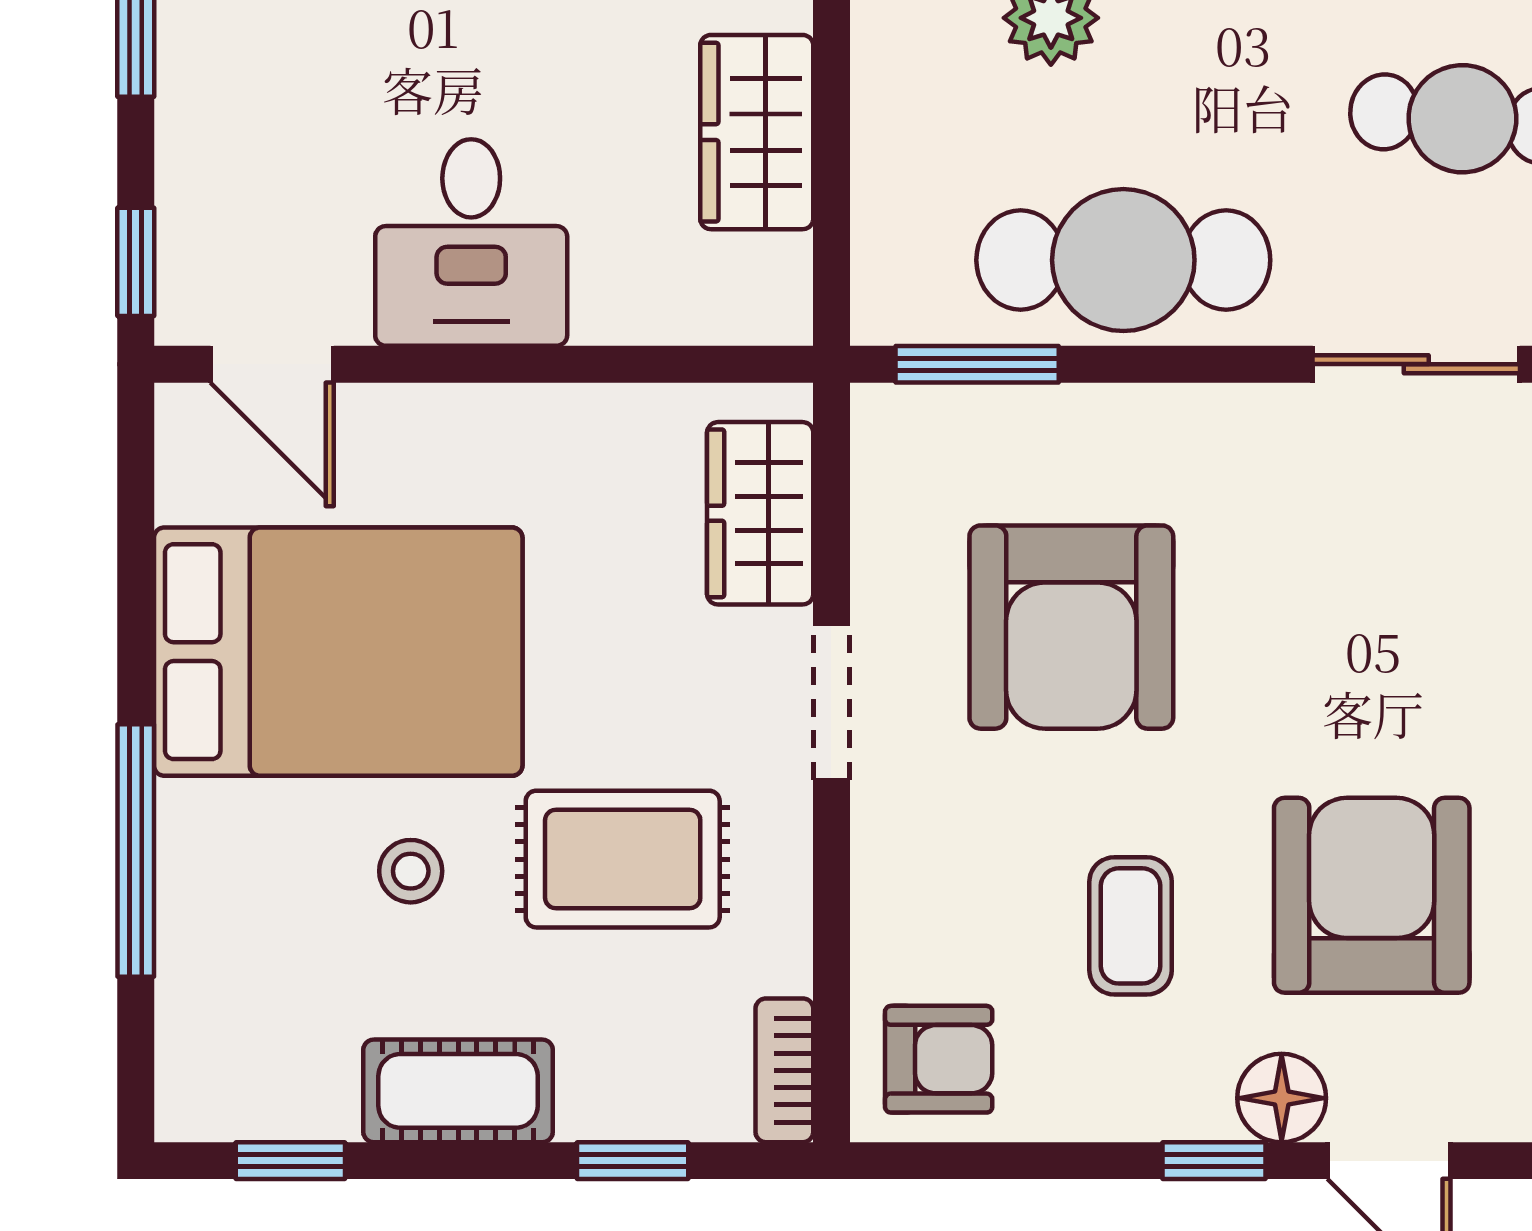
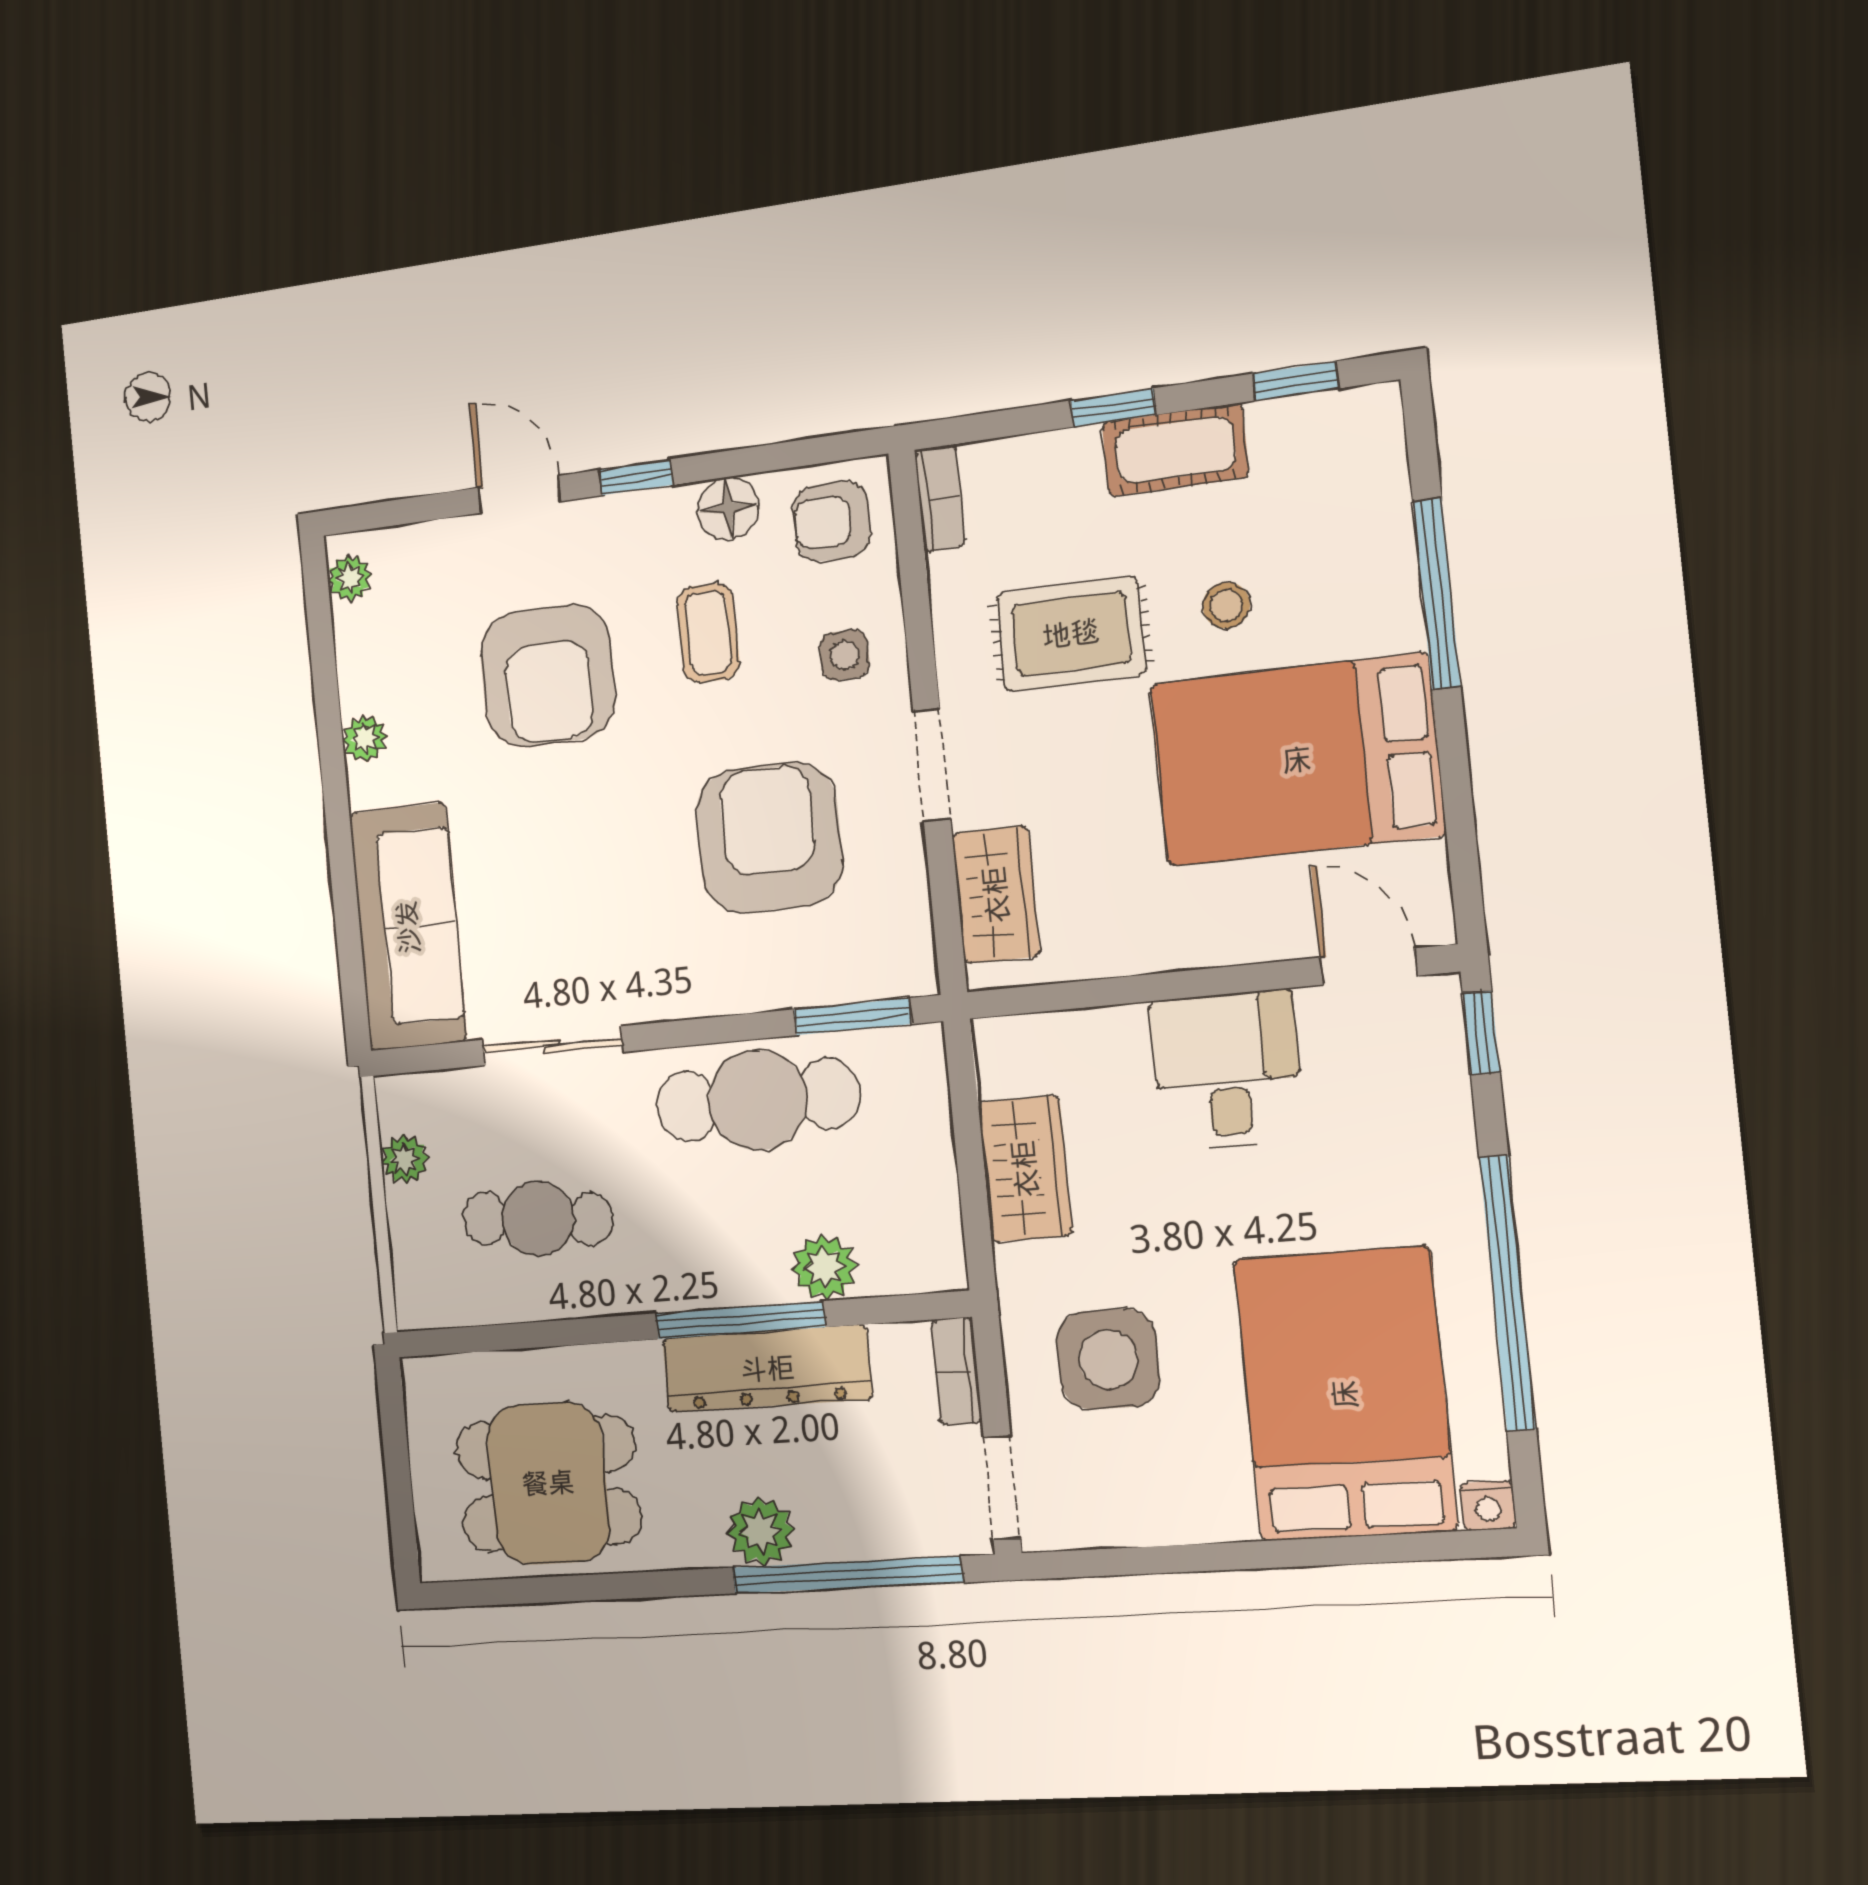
side table: (939, 870) -> (845, 655), added
floor lamp: (1282, 1098) -> (728, 508), moved
window: (633, 1161) -> (1113, 408), moved

